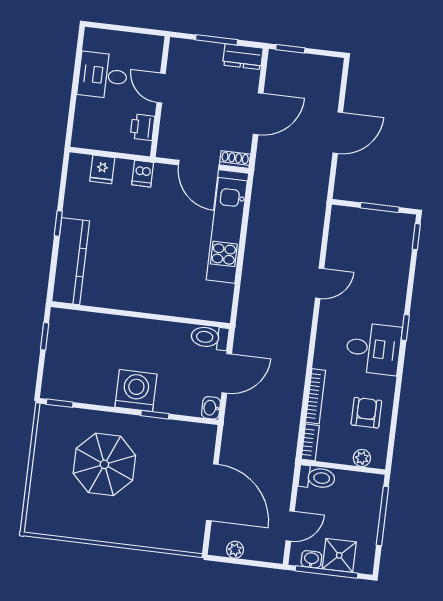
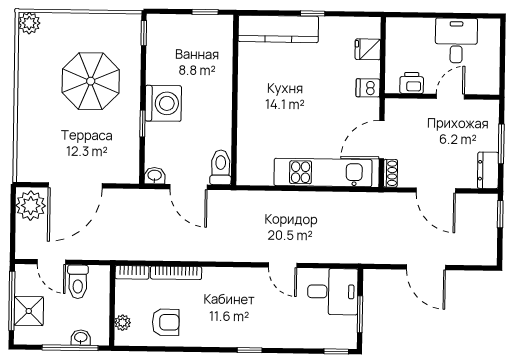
desk: (373, 349) -> (333, 292), moved, turned -90
toilet: (317, 477) -> (78, 282), moved
plant: (36, 522) -> (29, 23), added
plant: (235, 550) -> (31, 206), width x1.87, depth x1.87
washbasin: (311, 559) -> (81, 338), moved, turned -90

